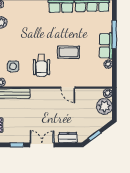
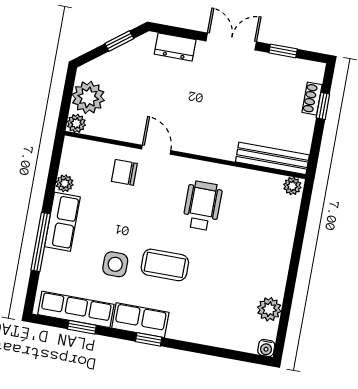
coffee table: (69, 52) -> (165, 265), moved
side table: (13, 66) -> (115, 264), moved
chair: (81, 74) -> (124, 172), added
double door: (42, 145) -> (231, 41), swing flipped

